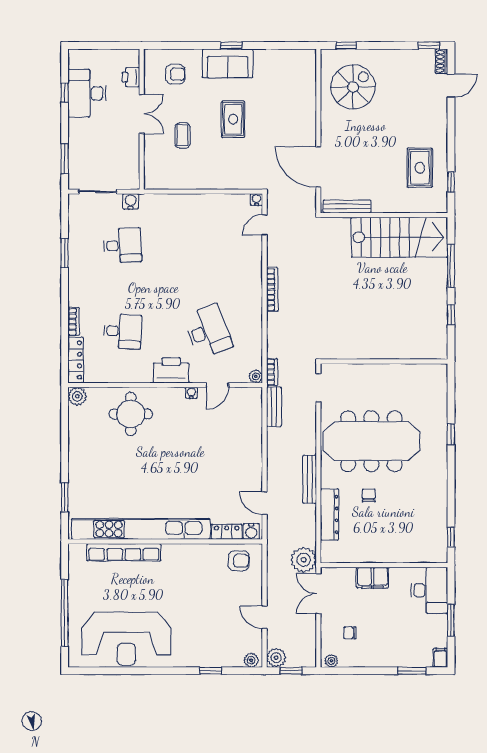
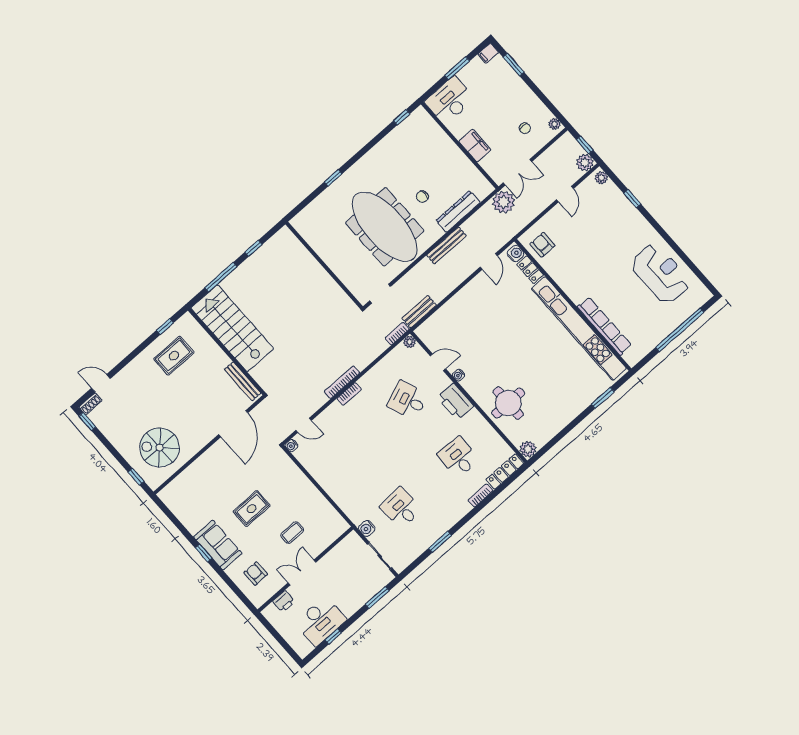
bookcase: (257, 287) -> (349, 394), added
desk: (208, 331) -> (408, 400), width x0.73
reception desk: (126, 639) -> (661, 273), width x0.74, depth x0.77

